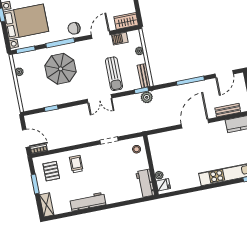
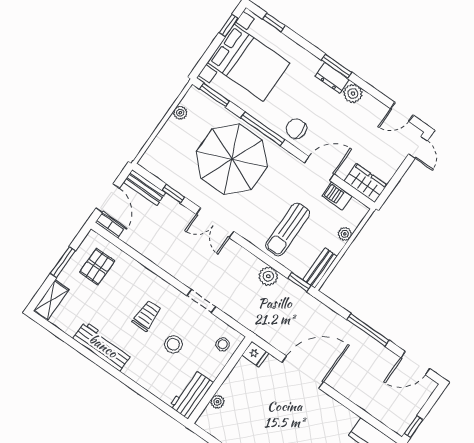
parasol: (61, 69) -> (232, 159), width x1.36, depth x1.36
plant: (147, 97) -> (268, 276), moved
double door: (99, 99) -> (215, 223), moved
bench: (228, 110) -> (145, 187), moved
door: (195, 124) -> (303, 372), moved
trolley: (76, 164) -> (147, 316), moved
stool: (116, 170) -> (173, 344), added
fridge: (163, 185) -> (255, 354), moved

